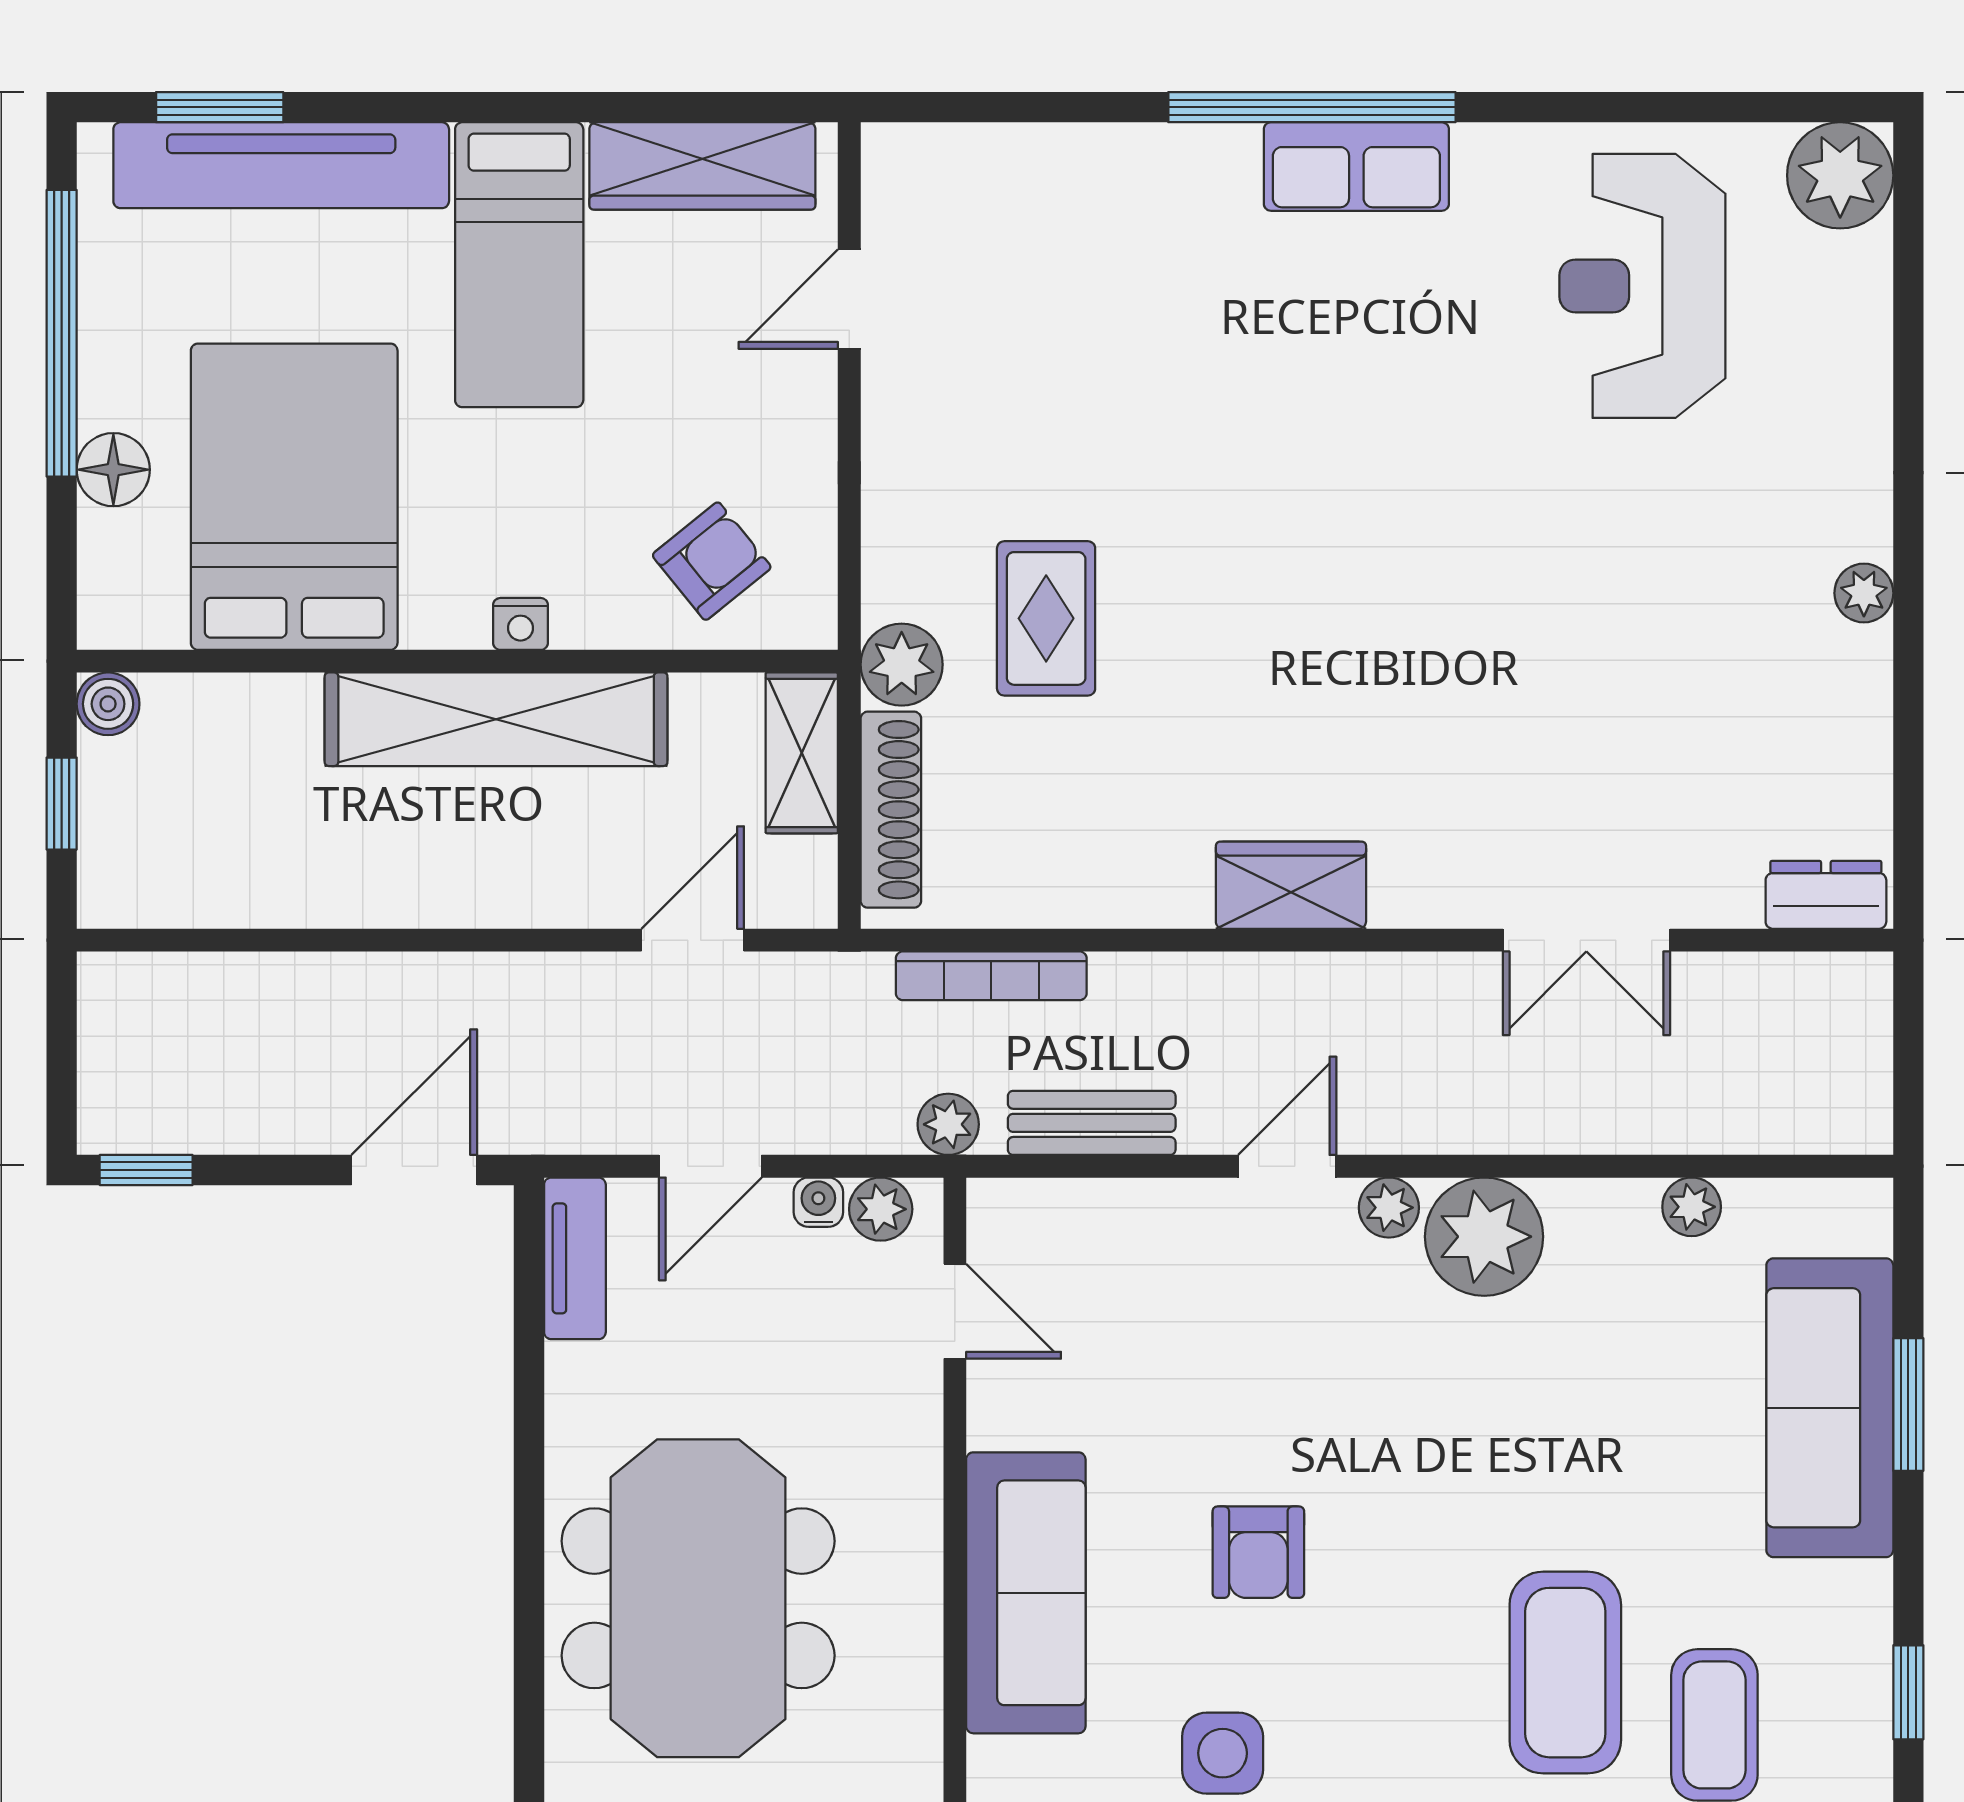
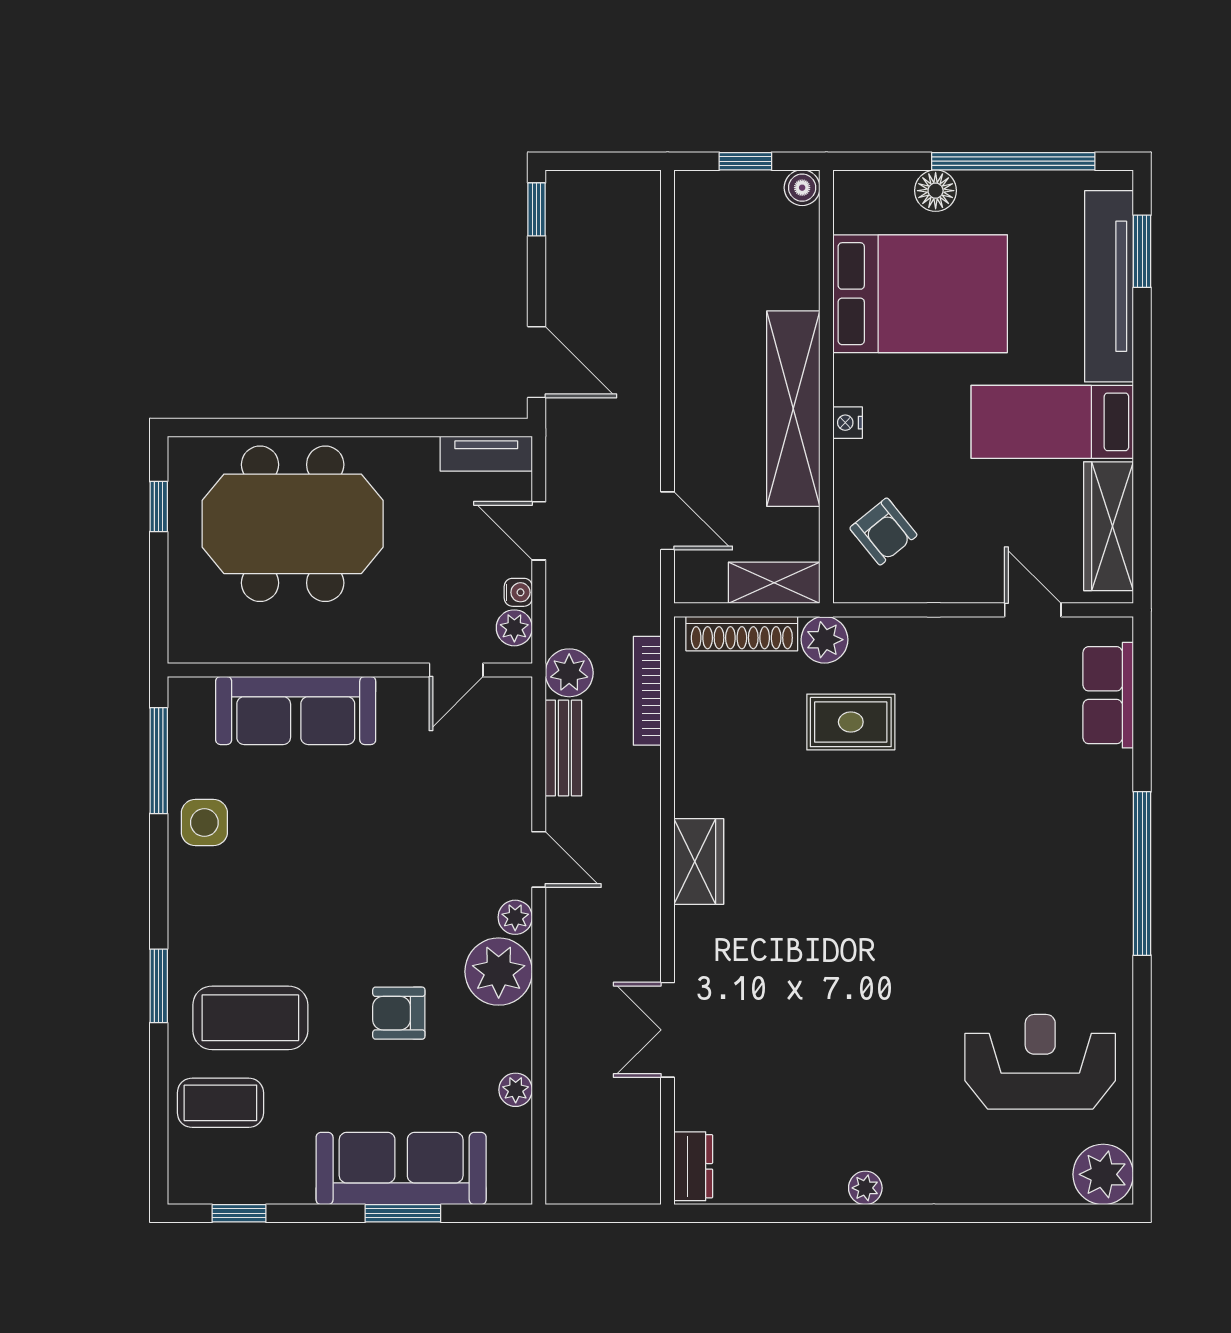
row of seats: (1356, 167) -> (1108, 695), moved
plant: (948, 1124) -> (569, 673), width x1.38, depth x1.38
armchair: (1258, 1552) -> (399, 1013), moved

